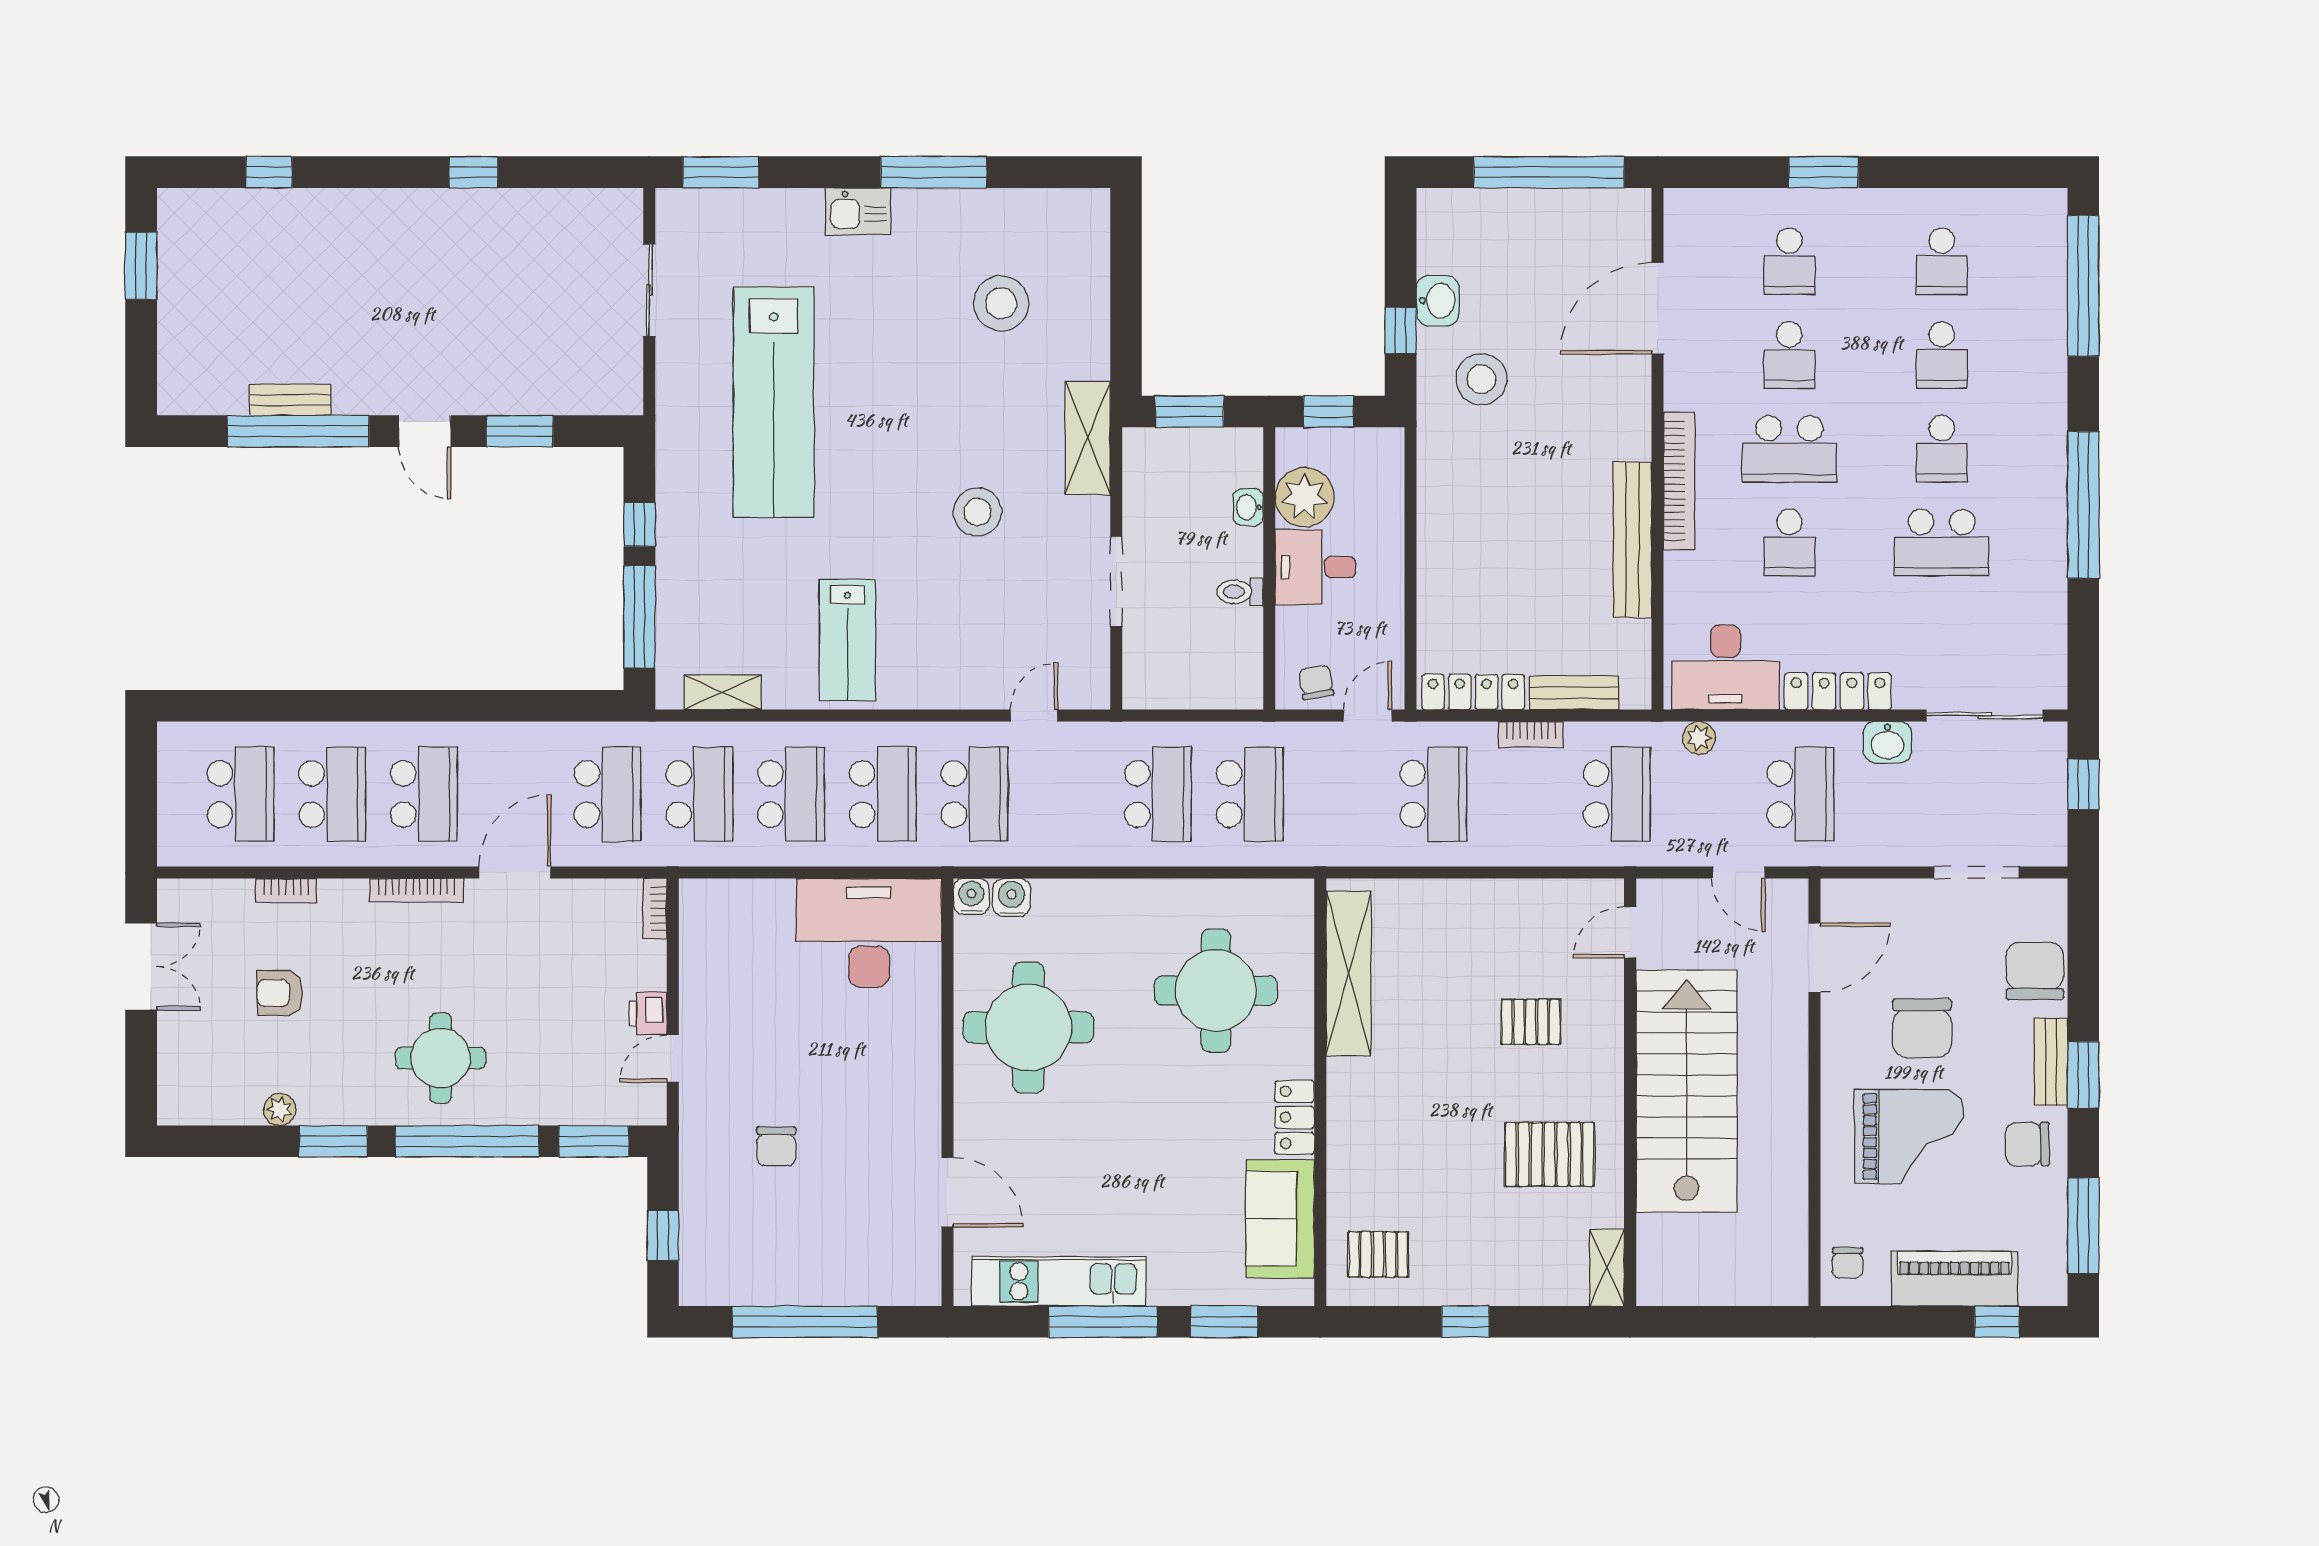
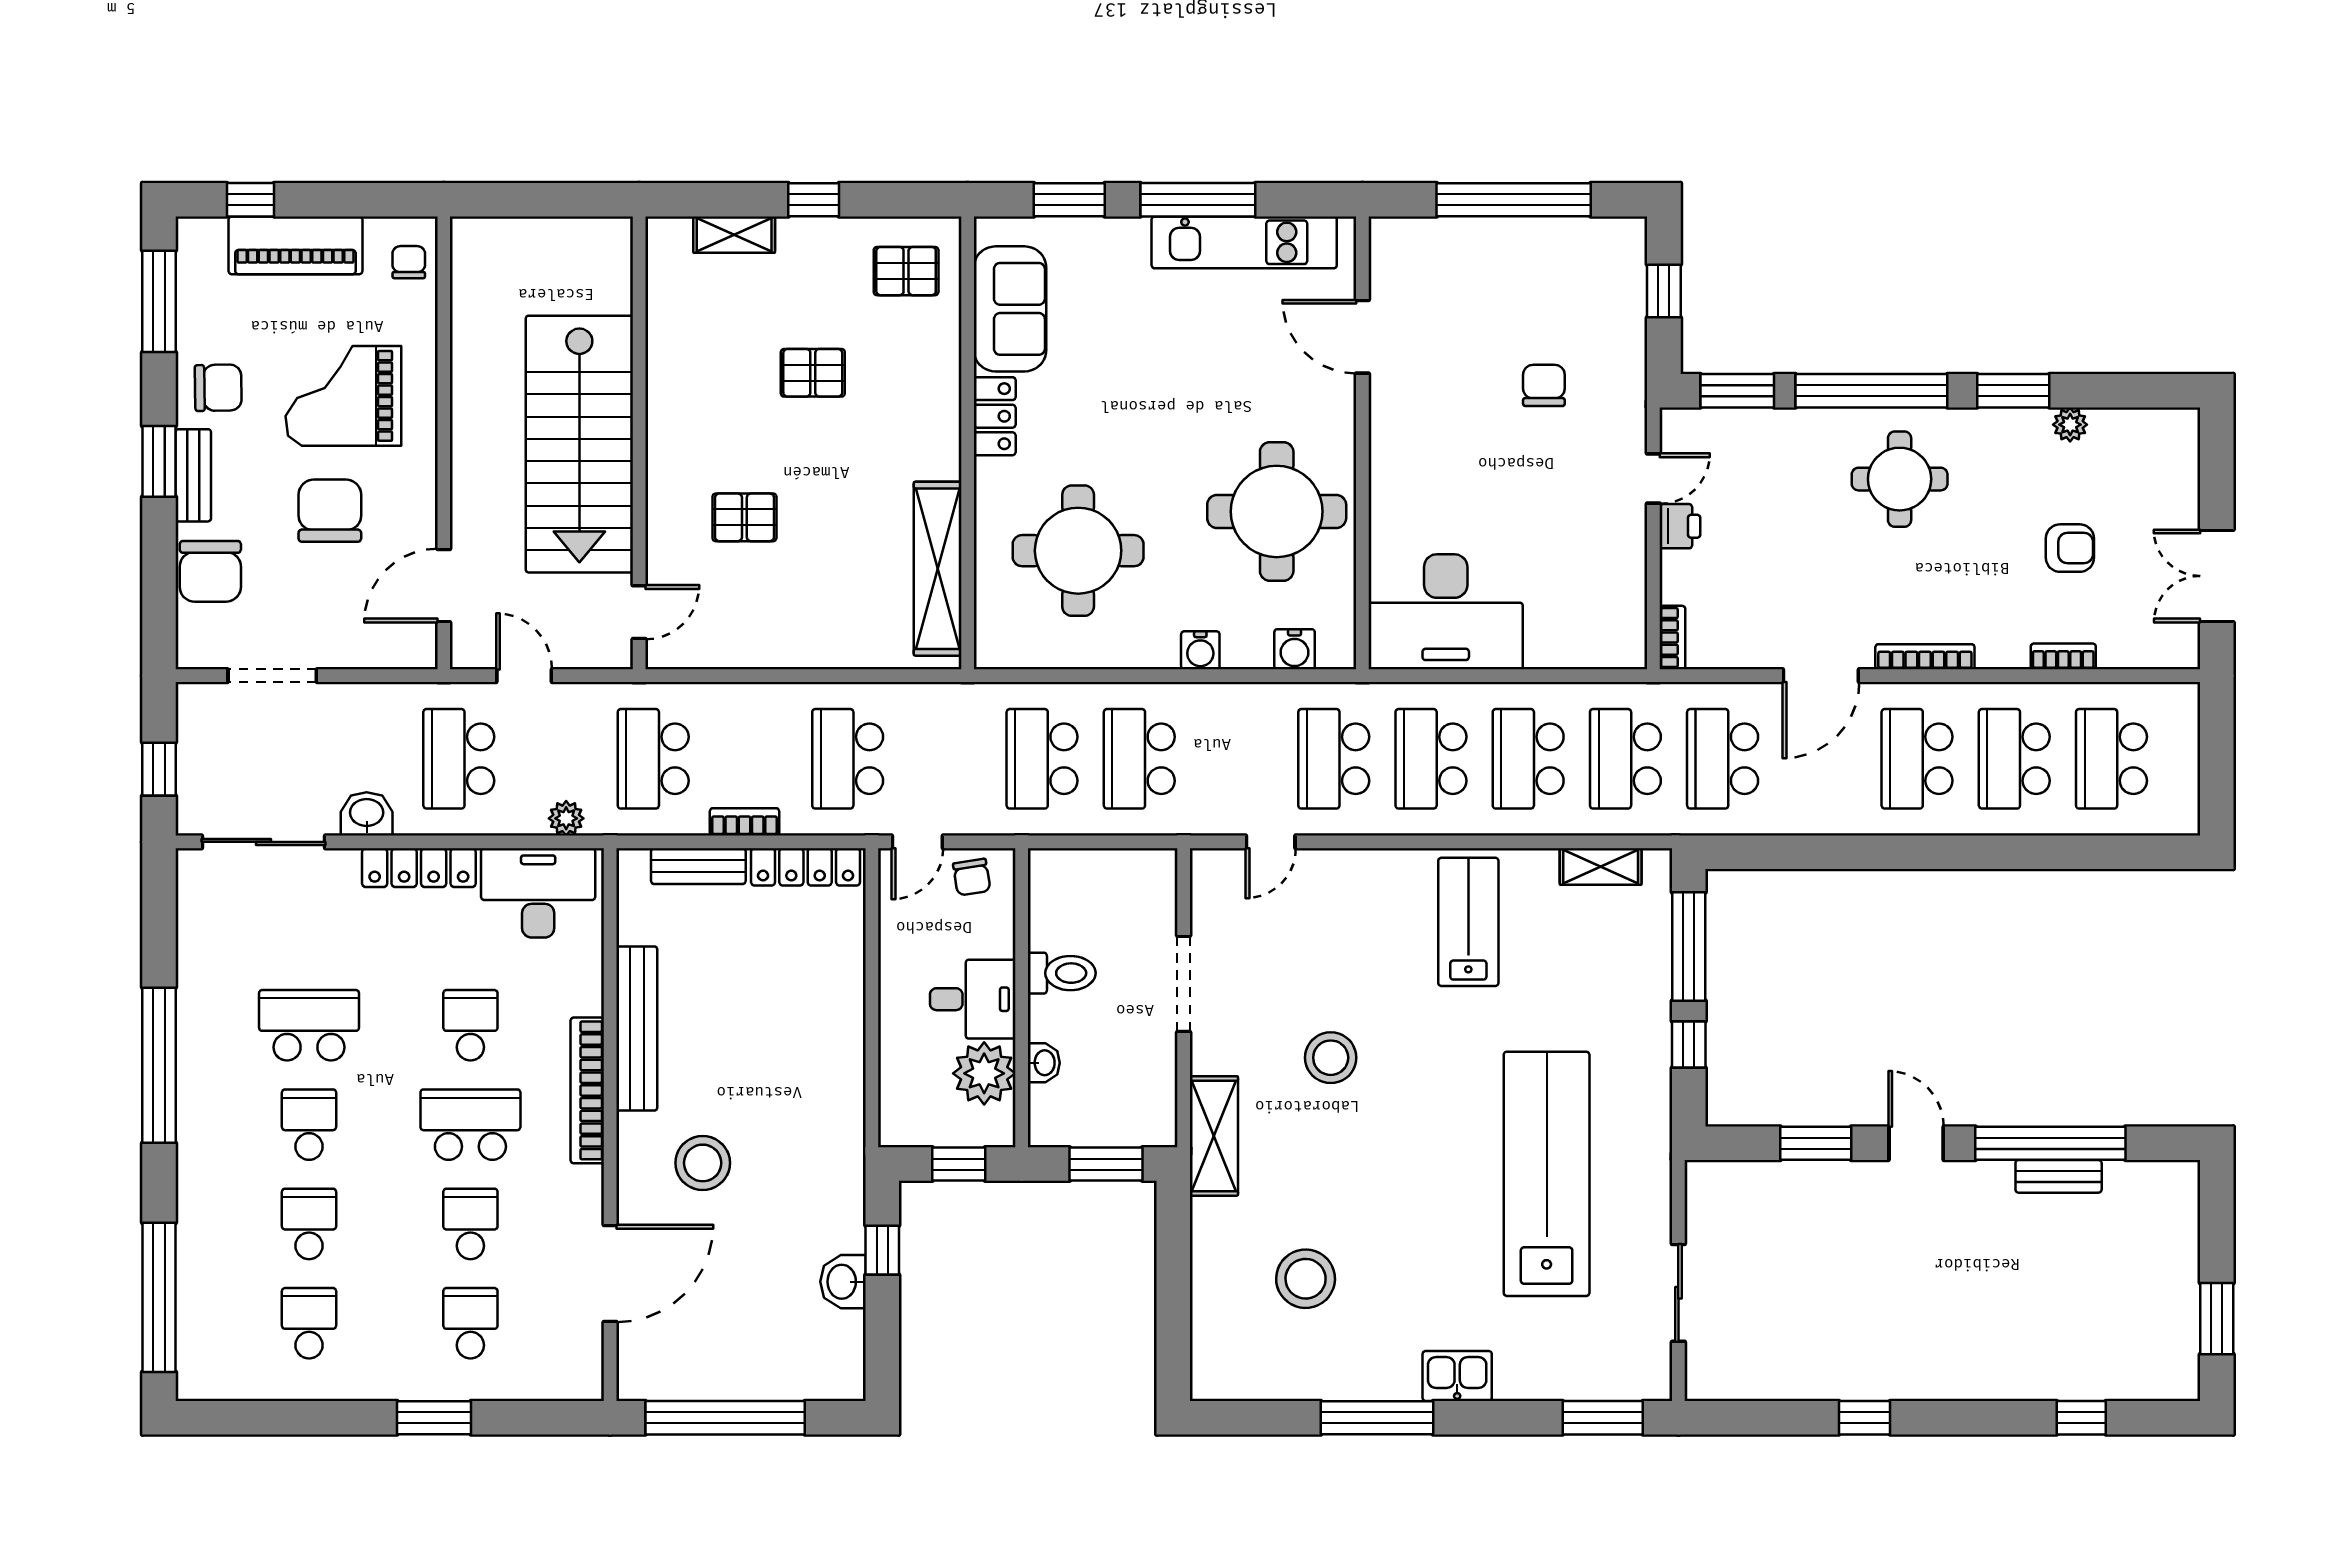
stool: (1482, 379) -> (703, 1163), moved
toilet: (1240, 592) -> (1062, 973), width x1.37, depth x1.39
water cooler: (971, 896) -> (1200, 650), moved
pallet: (1550, 1154) -> (813, 373), moved, width x0.67, depth x0.71
shelving: (1607, 1268) -> (734, 235), moved, turned 90

